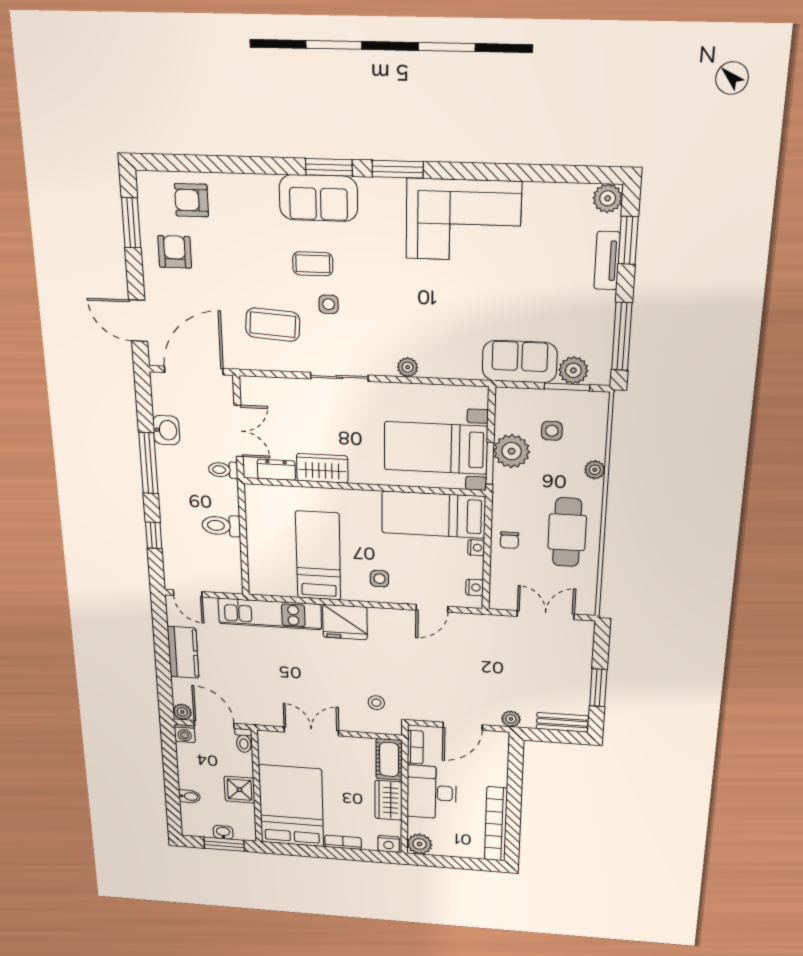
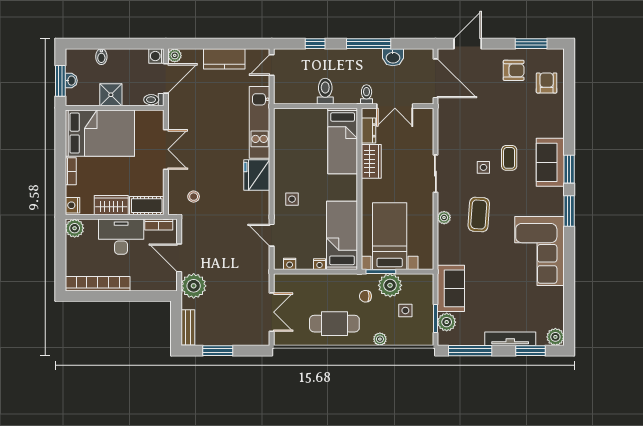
tv unit: (607, 261) -> (510, 339), width x1.41
coffee table: (273, 325) -> (479, 214), moved
chair: (509, 540) -> (365, 296), moved
bed: (318, 556) -> (343, 141), moved, turned 90
plant: (511, 719) -> (194, 286), width x1.87, depth x1.87

